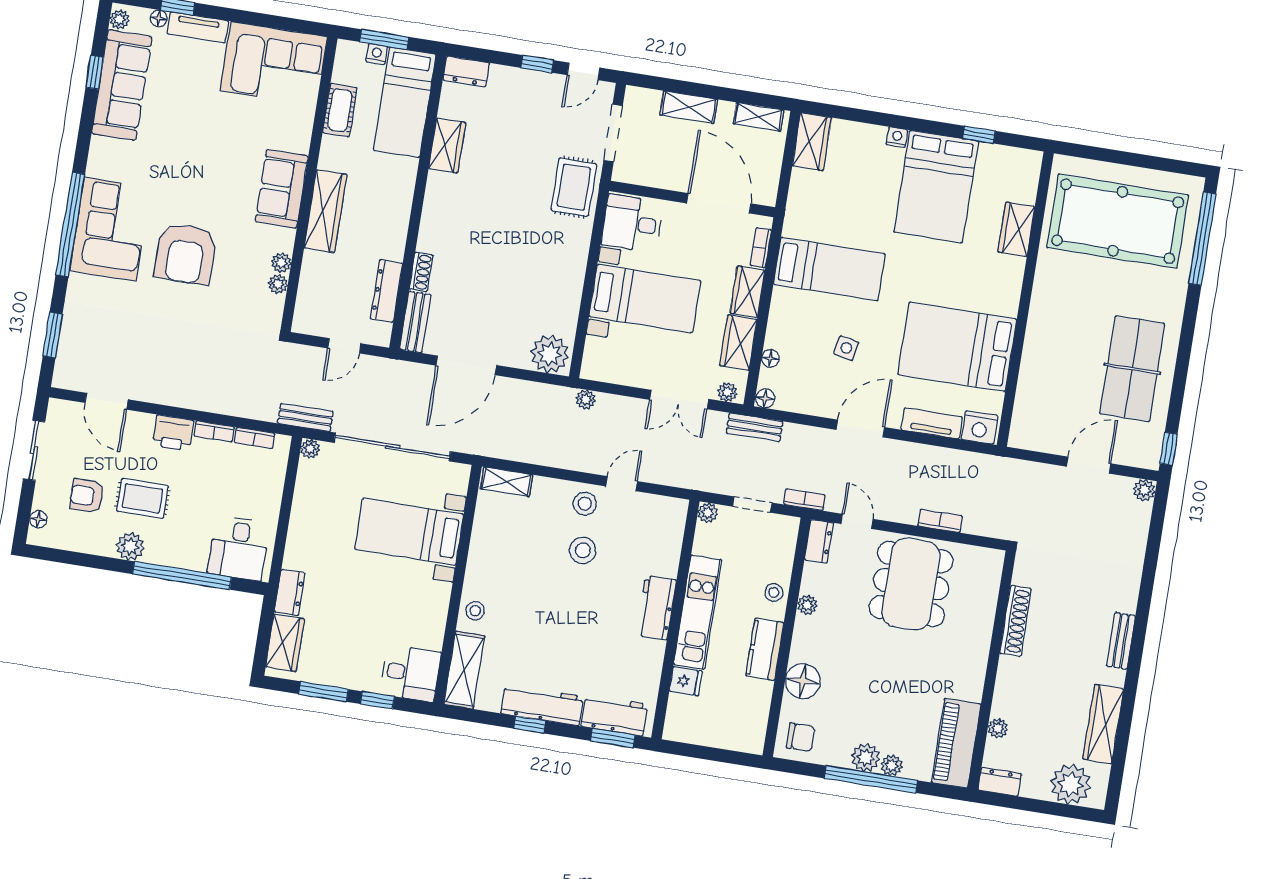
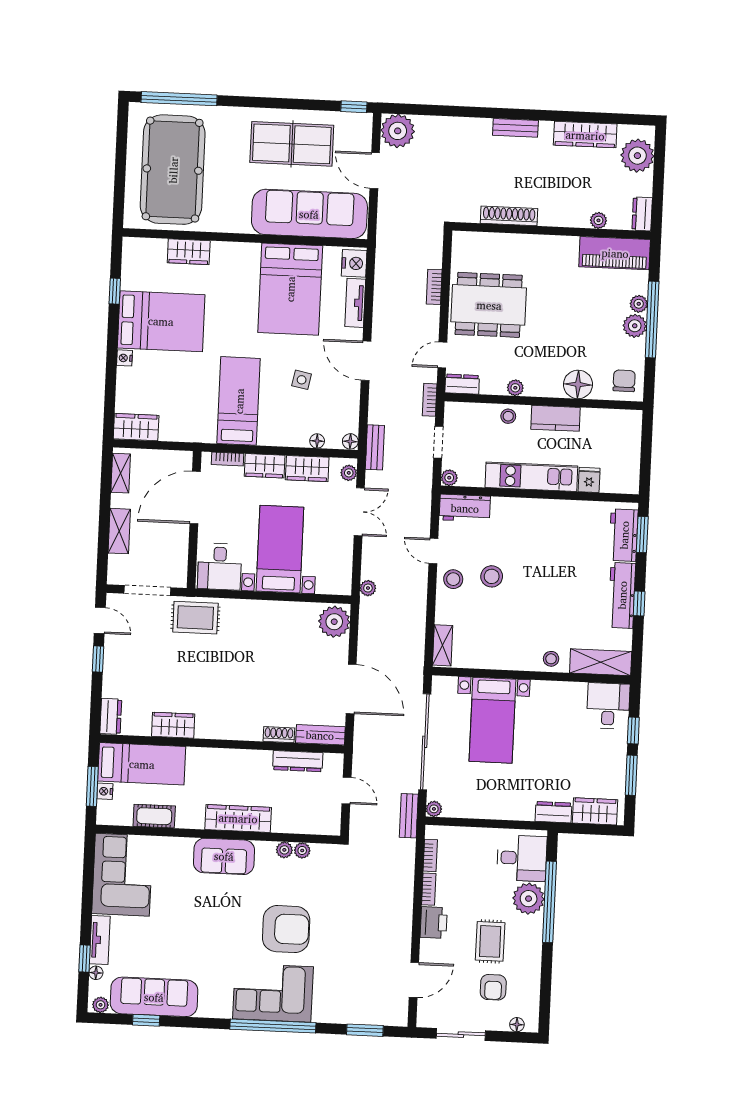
sofa: (1045, 380) -> (309, 214), added
plant: (1144, 490) -> (398, 131), width x1.87, depth x1.87
plant: (130, 546) -> (529, 899), moved, width x1.36, depth x1.36
workbench: (656, 608) -> (465, 508), moved

